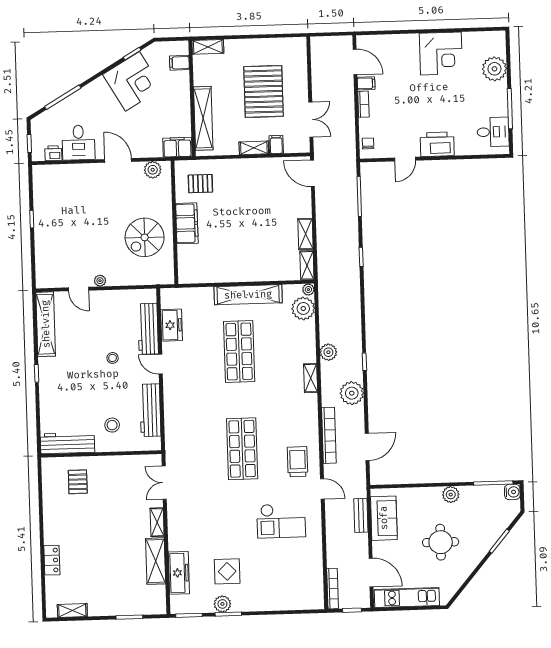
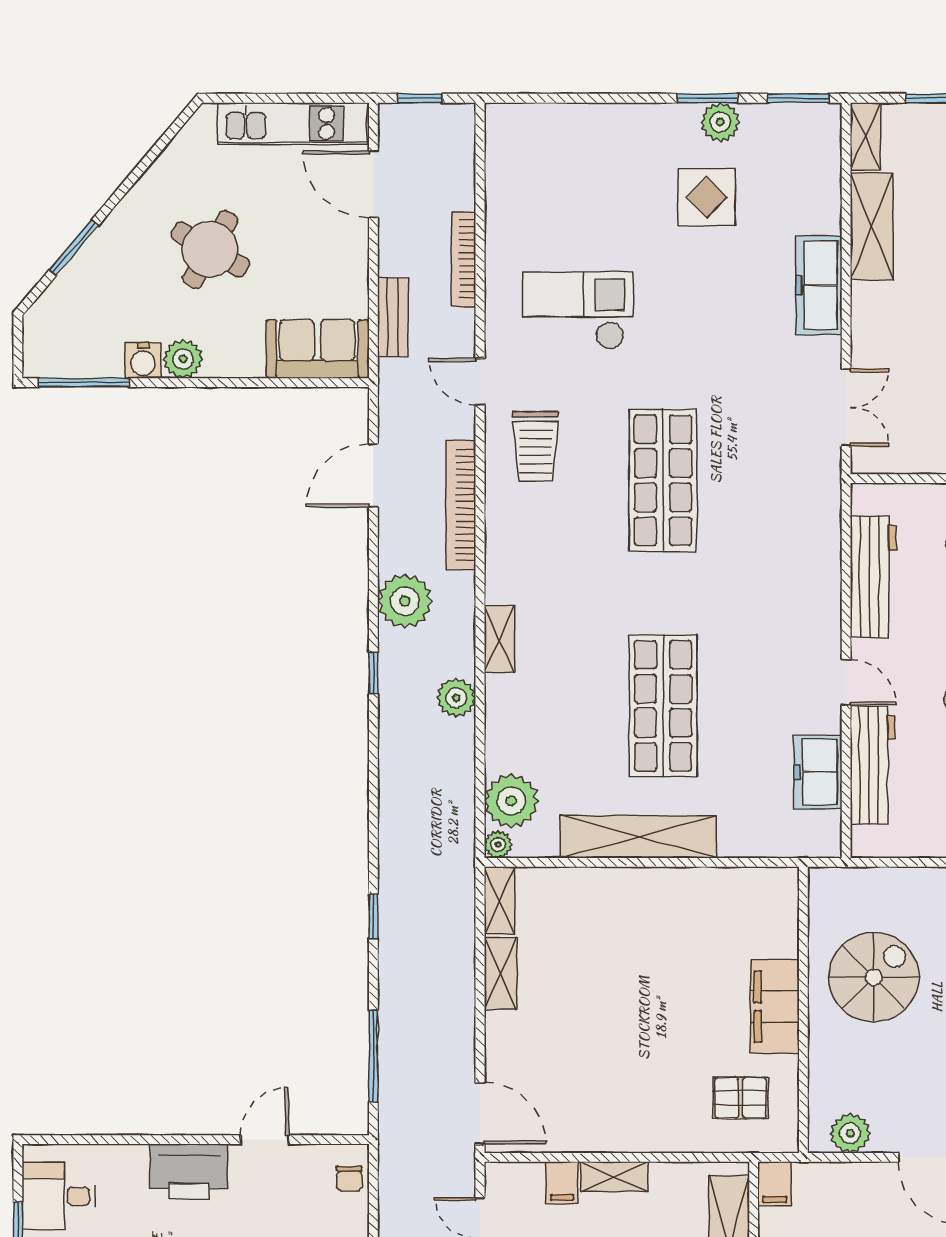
filing cabinet: (177, 147) -> (775, 1184), width x0.50
water cooler: (512, 492) -> (143, 360), moved, turned -90
sofa: (384, 518) -> (317, 349), moved, turned 90
shelving: (157, 522) -> (865, 137), moved
round table: (441, 542) -> (210, 249), turned 30
freezer: (179, 573) -> (819, 285), moved
bookcase: (333, 589) -> (464, 259), moved

